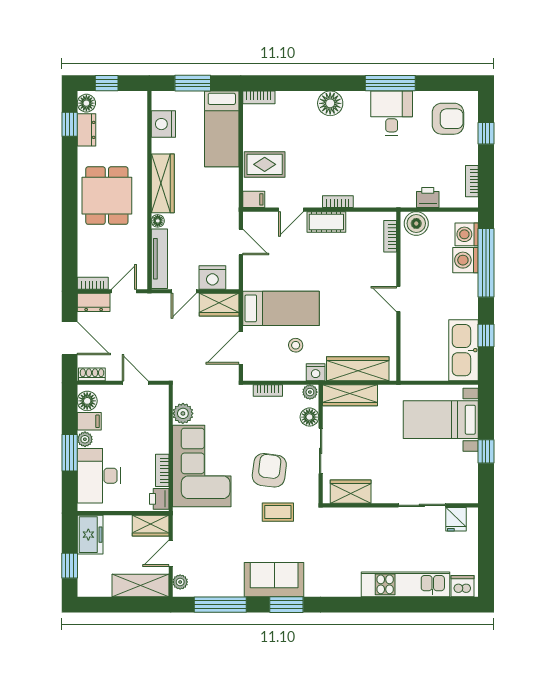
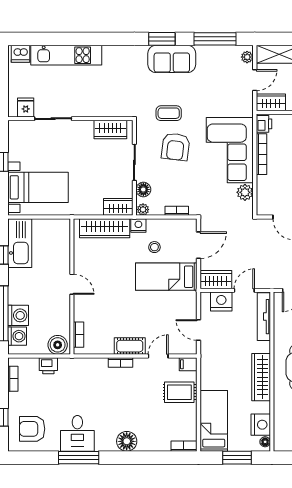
floor lamp: (158, 221) -> (265, 442), moved
wardrobe: (350, 395) -> (118, 207), width x0.67
bookcase: (162, 470) -> (261, 154), width x1.56

